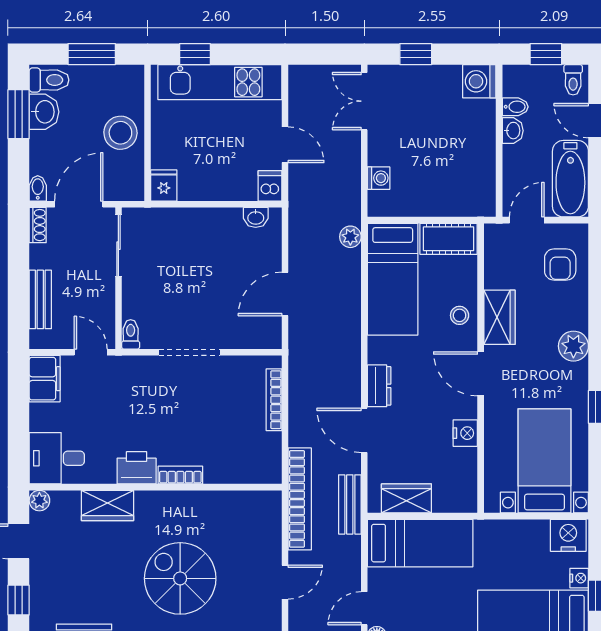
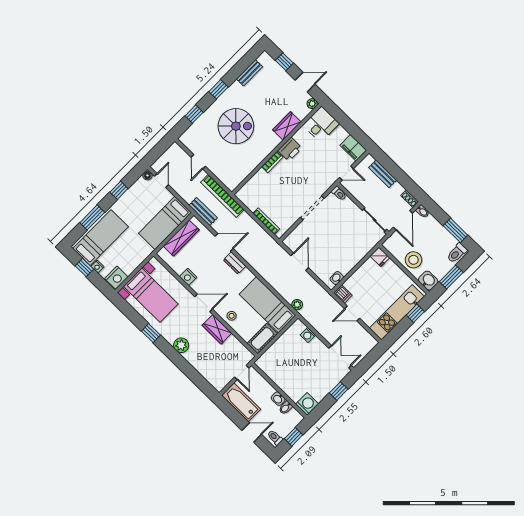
washbasin: (44, 112) -> (428, 281), moved, turned 180
armchair: (560, 265) -> (214, 369), removed
wardrobe: (406, 498) -> (181, 238), width x1.50

